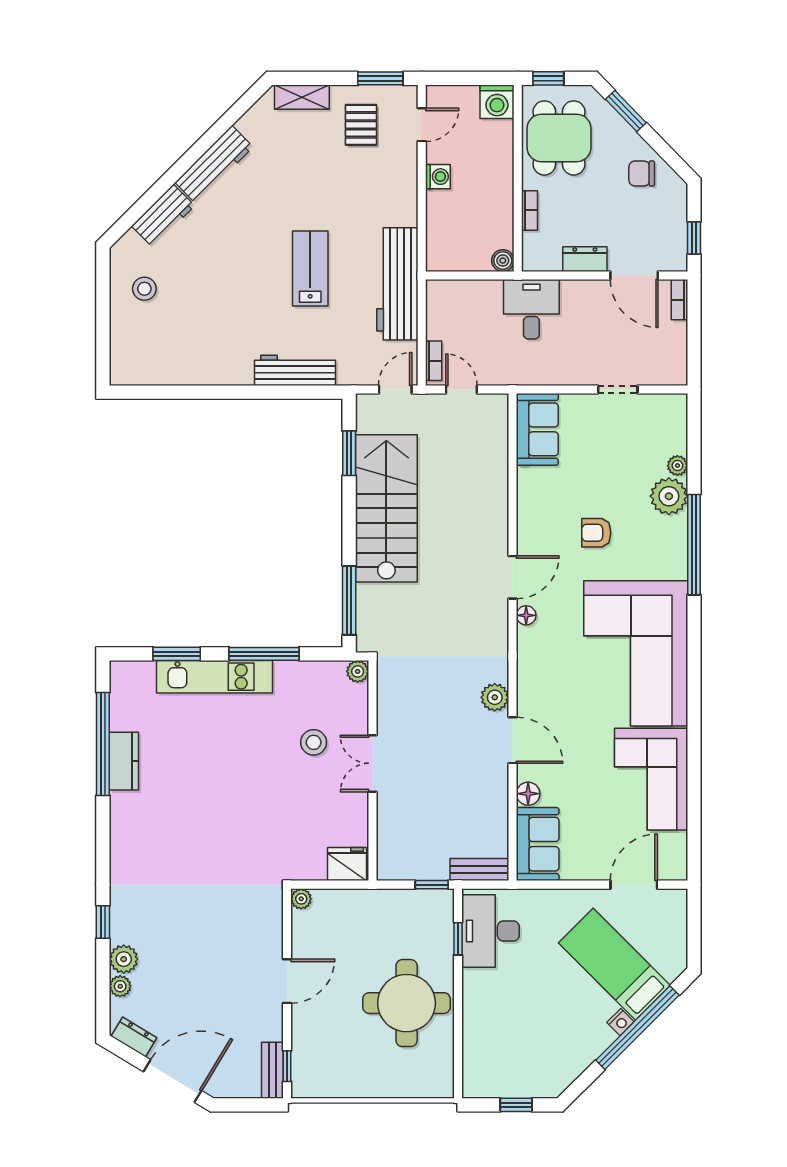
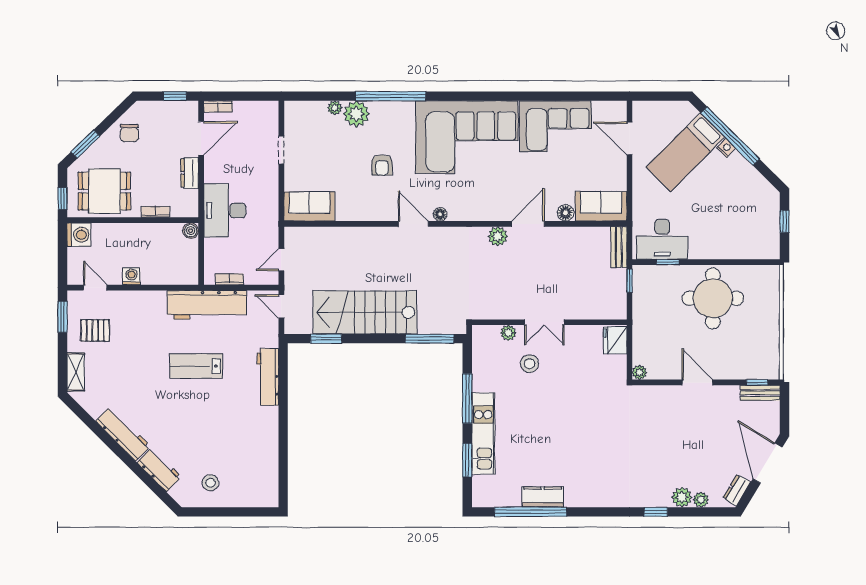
desk: (531, 309) -> (225, 210), width x1.37
bookcase: (434, 361) -> (229, 279), moved
plant: (358, 671) -> (508, 333), moved

